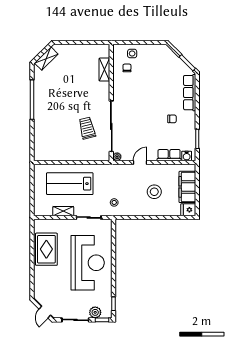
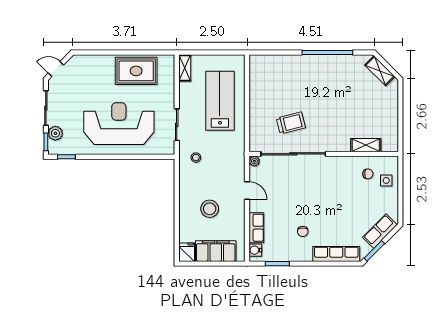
row of seats: (172, 58) -> (380, 231), added
shelving: (63, 211) -> (185, 68), moved
reception desk: (88, 263) -> (119, 124), turned 180

